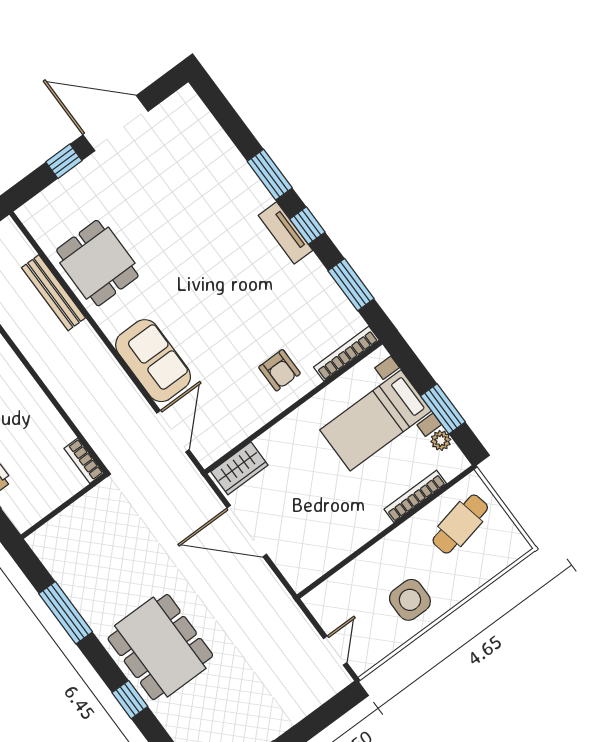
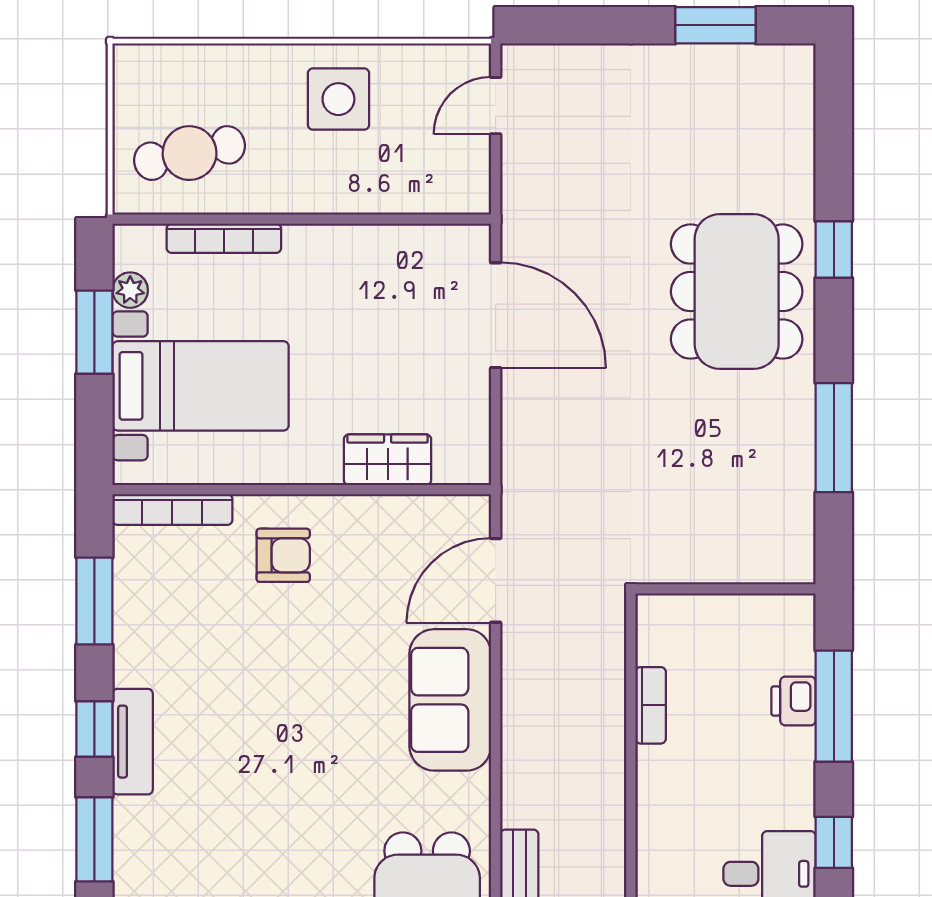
armchair: (280, 370) -> (283, 555), turned 90
bookcase: (84, 461) -> (651, 705), moved
wardrobe: (239, 468) -> (388, 460), moved
door: (247, 531) -> (496, 315), moved

